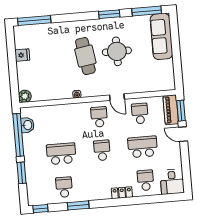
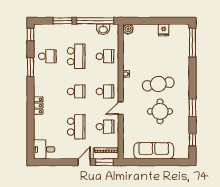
window: (147, 11) -> (192, 140), width x0.46
sofa: (161, 36) -> (154, 151), moved
school desk: (145, 180) -> (105, 56), moved

